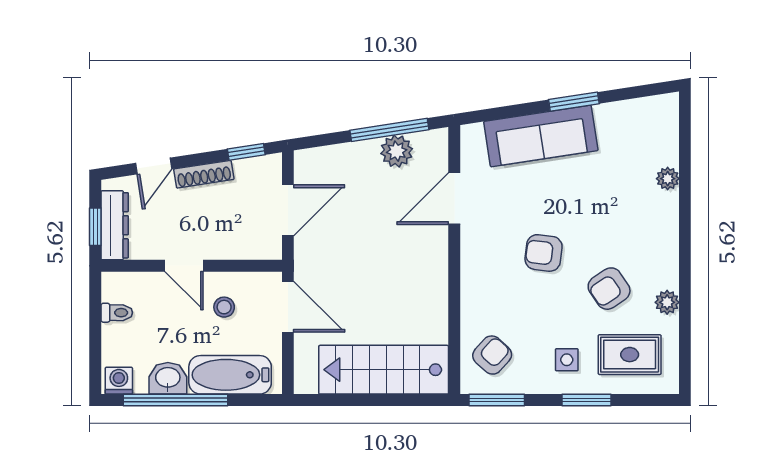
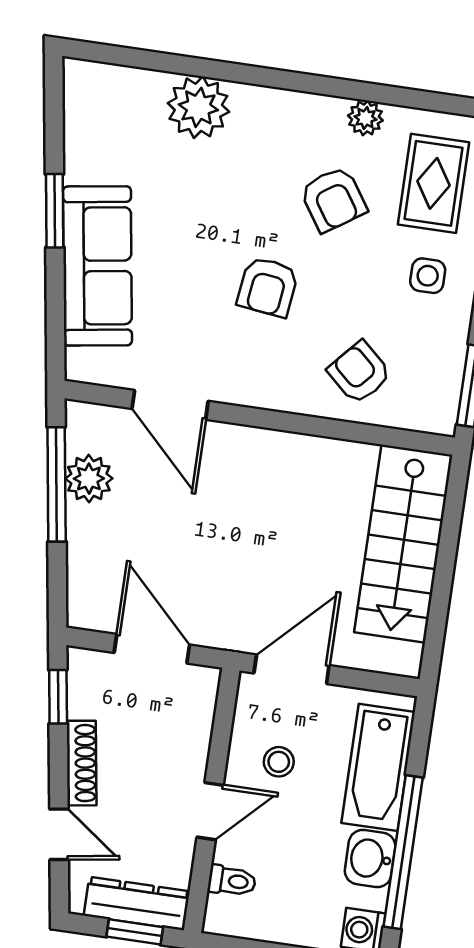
plant: (668, 179) -> (198, 107), width x1.88, depth x1.88
toilet: (117, 313) -> (232, 881), moved, turned 90
armchair: (492, 355) -> (359, 372), moved

